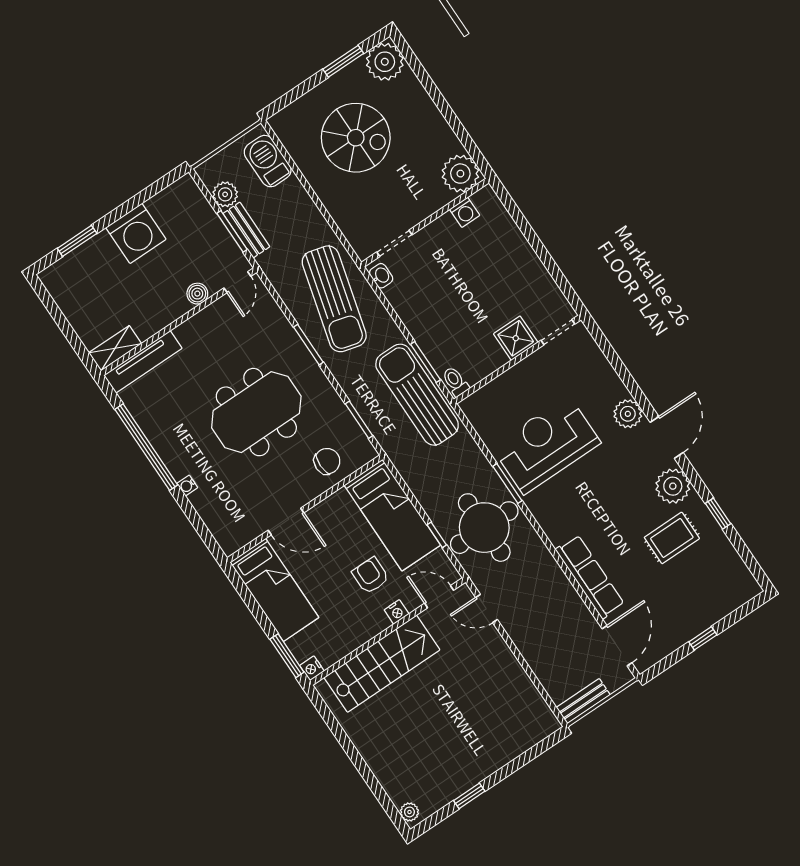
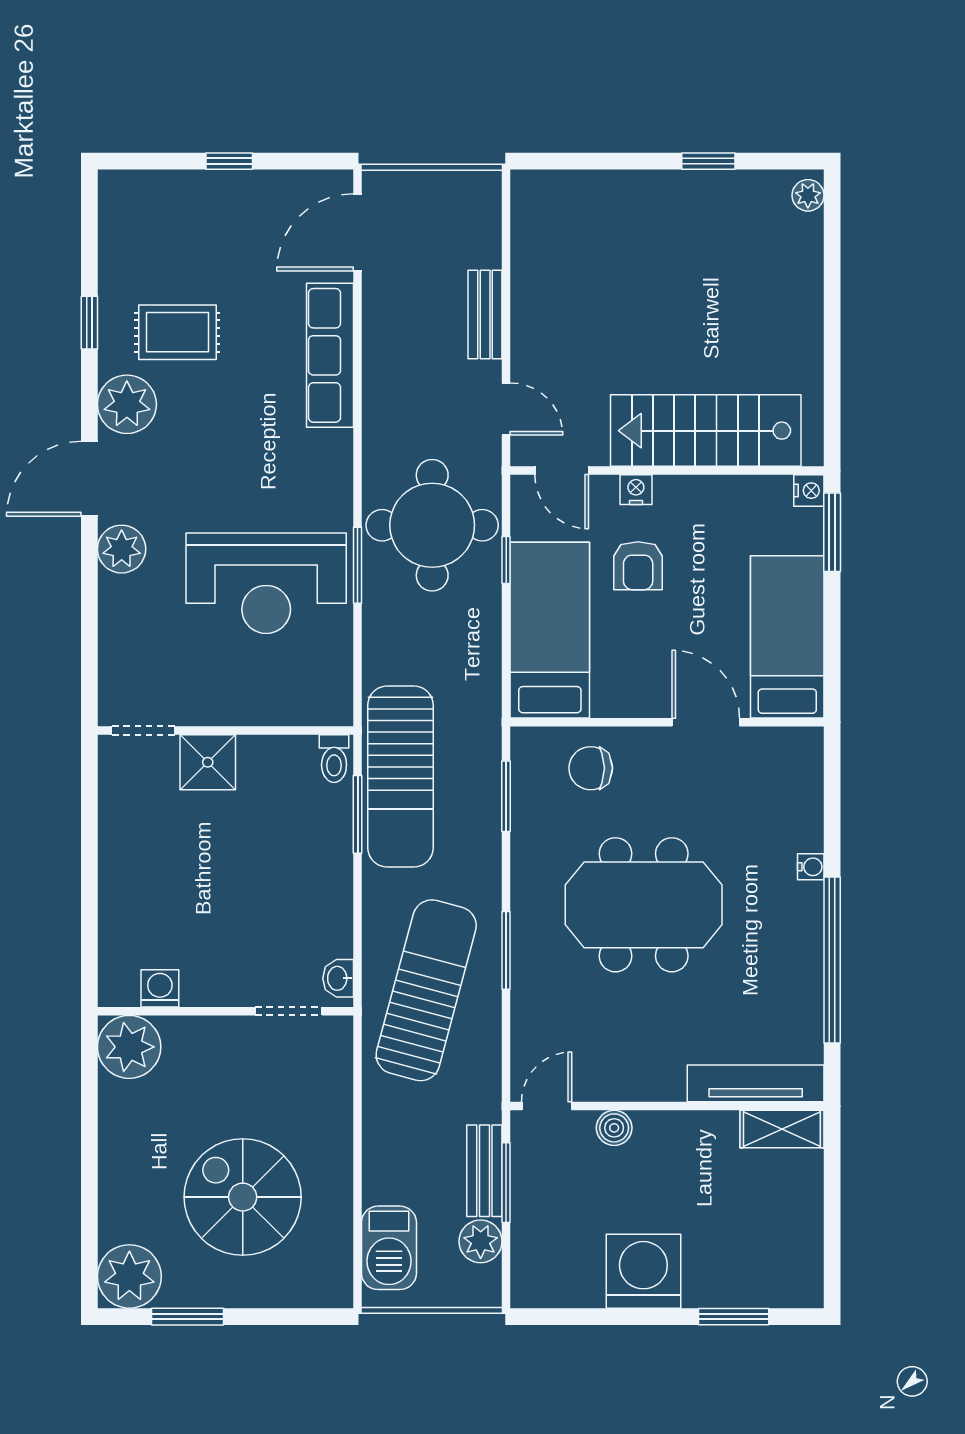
bench: (583, 701) -> (485, 315), moved, turned 90

